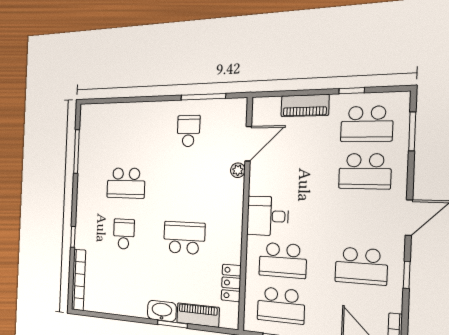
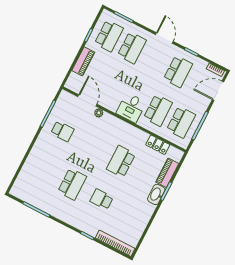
school desk: (188, 131) -> (62, 131), turned 180

